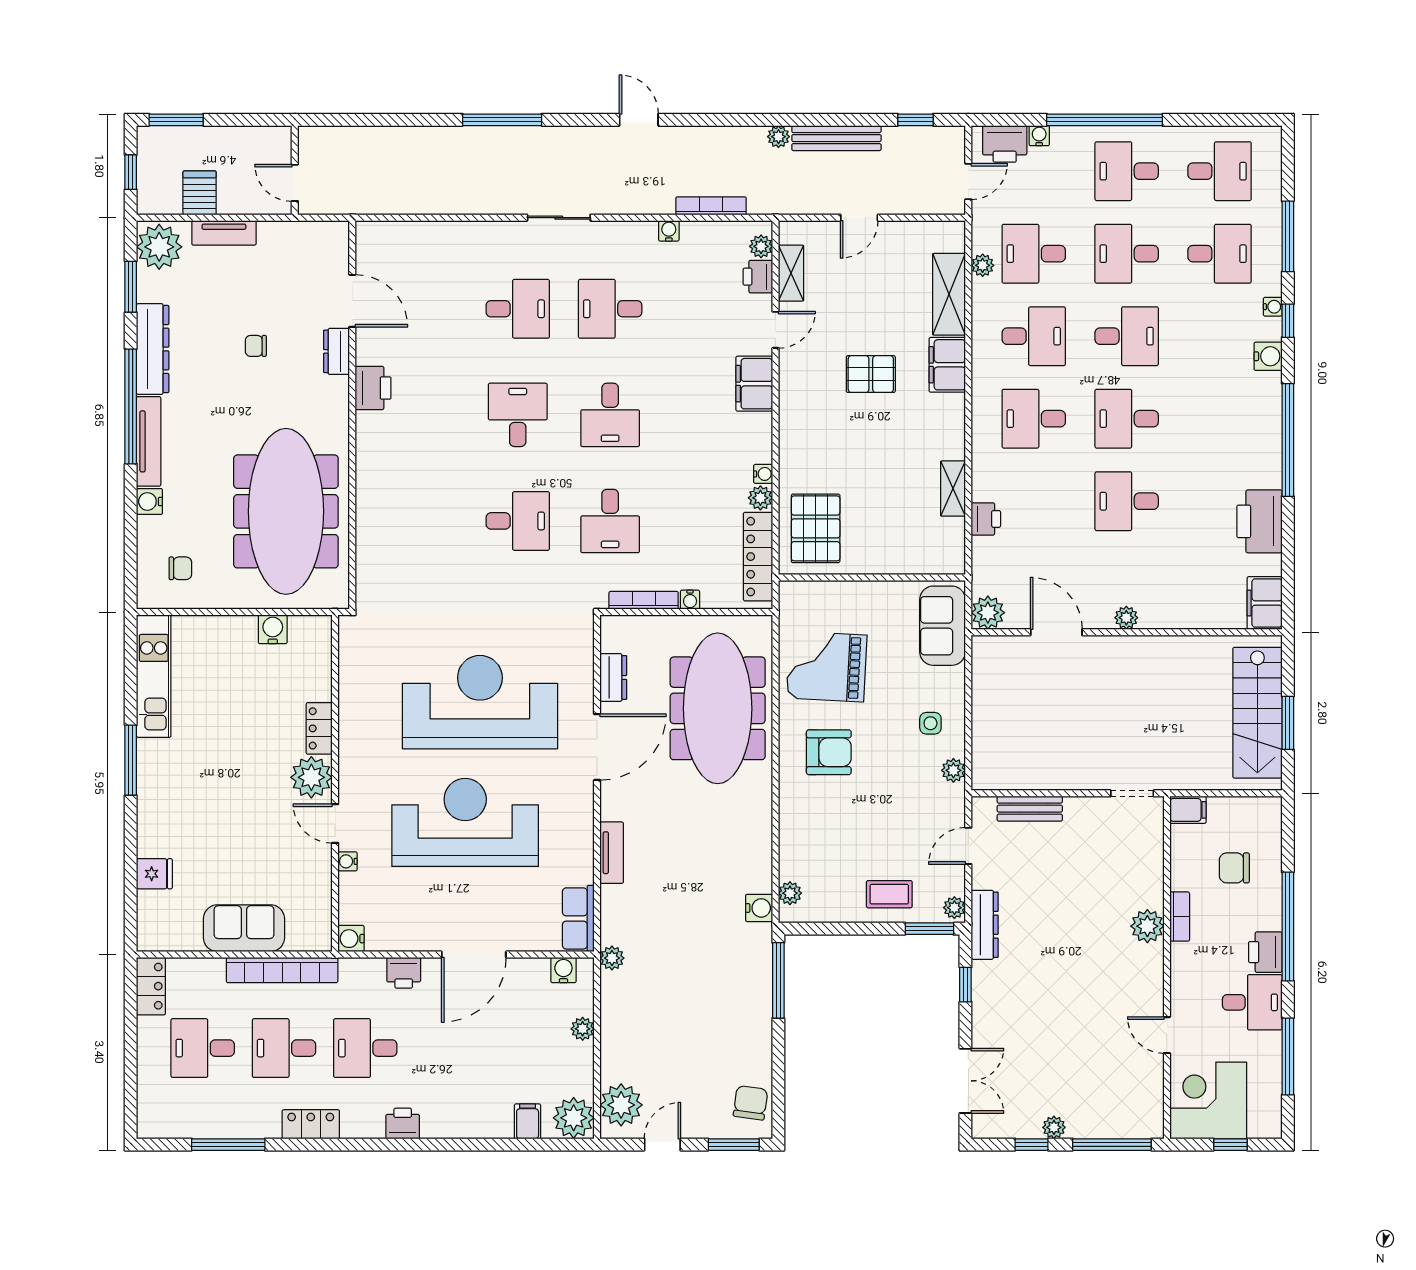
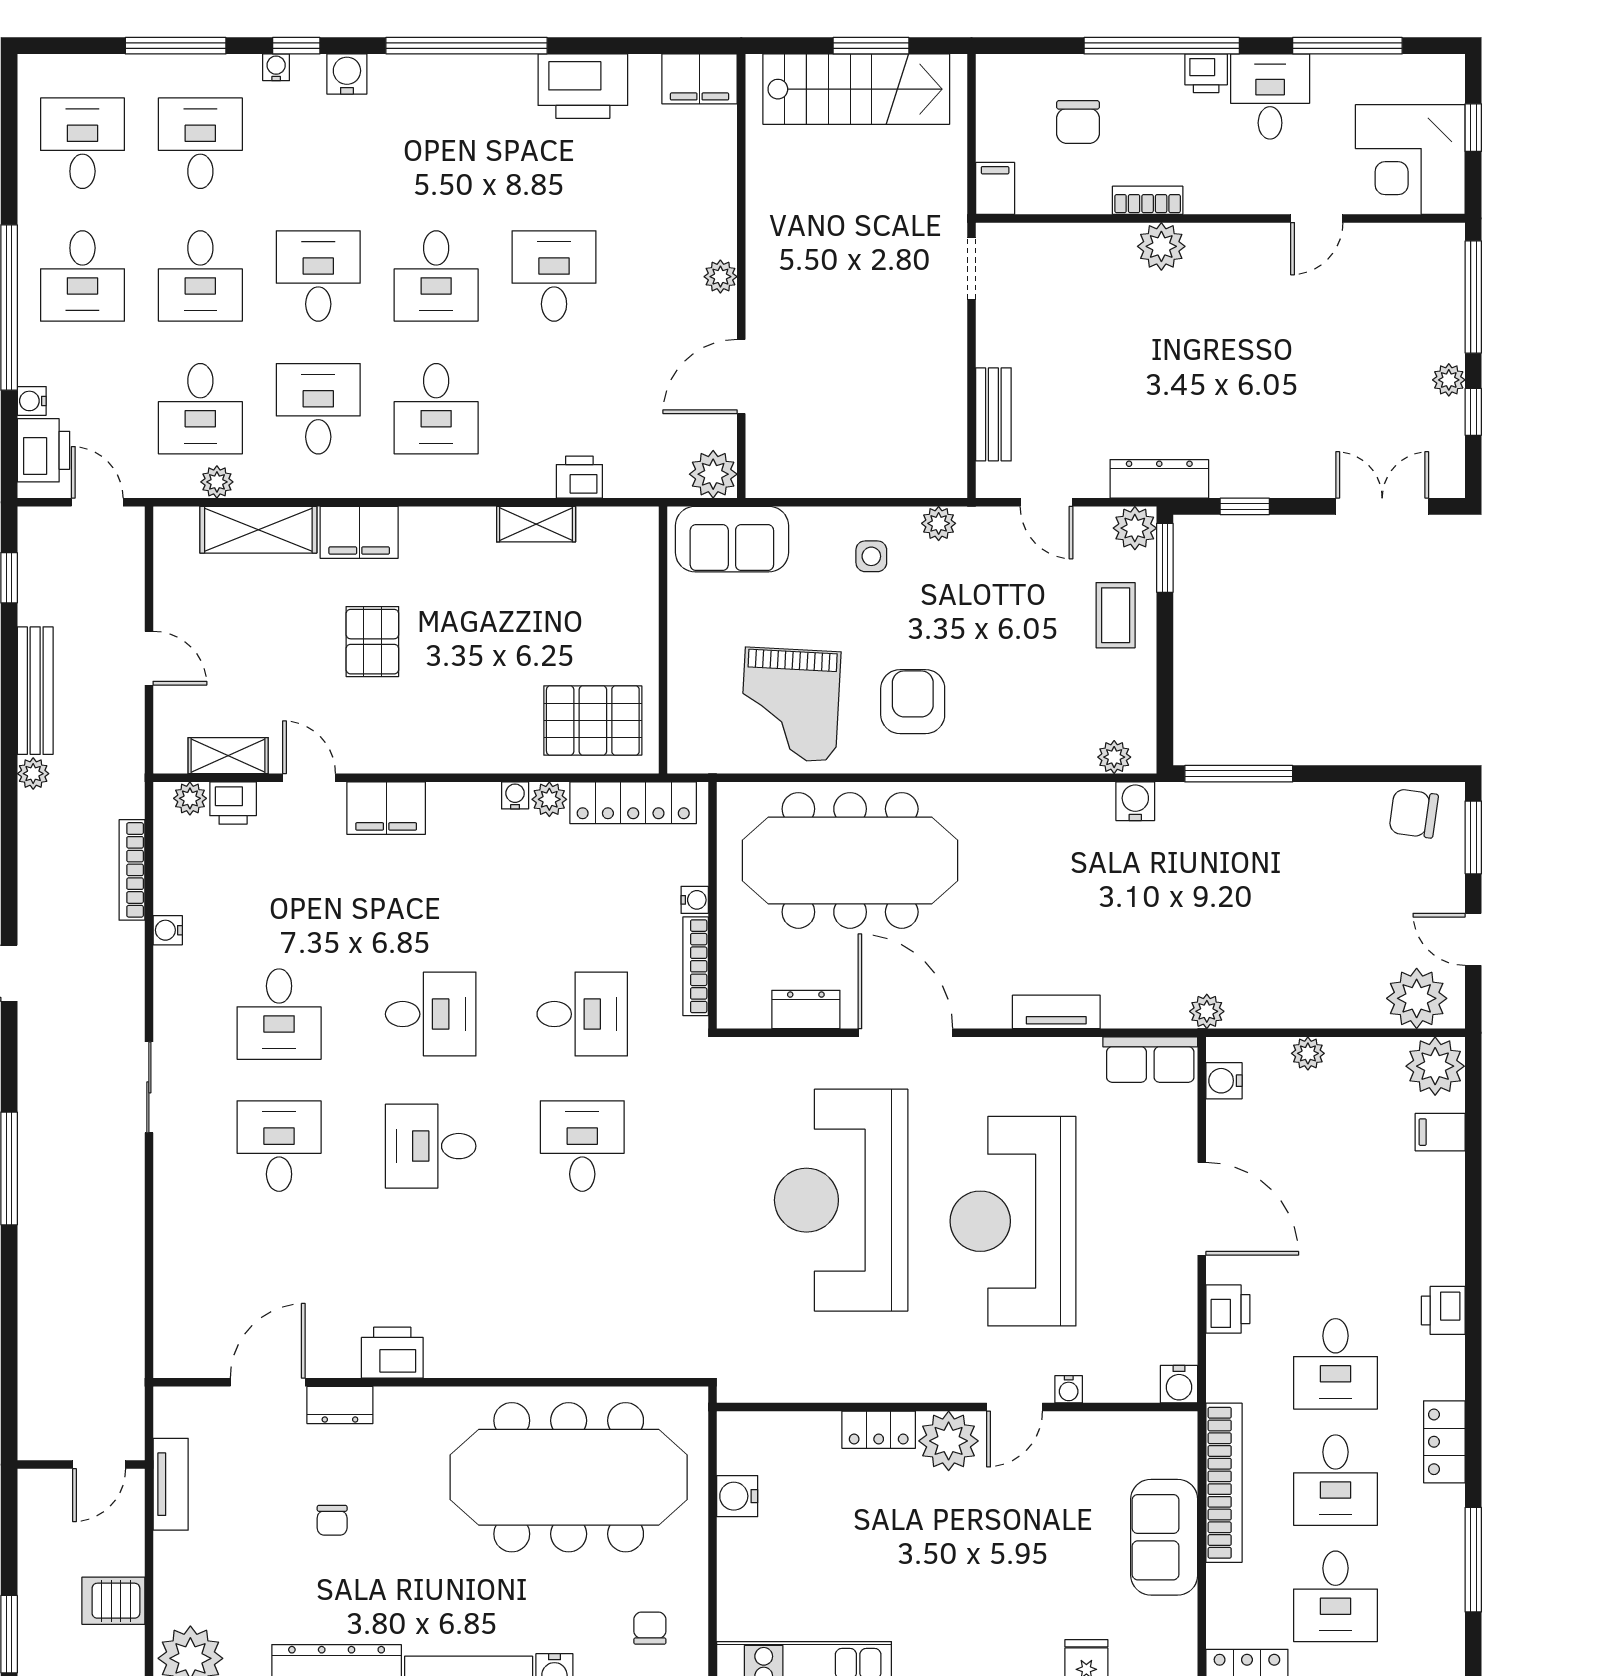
tv unit: (224, 233) -> (171, 1484), moved
desk: (1127, 501) -> (554, 276), turned 180
plant: (954, 908) -> (1135, 528), width x1.38, depth x1.38
printer: (1265, 952) -> (1206, 73), width x0.73, depth x0.81

